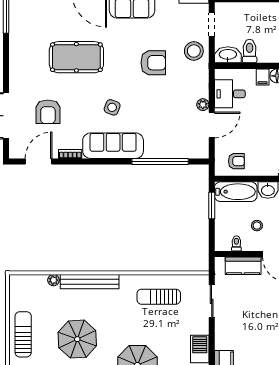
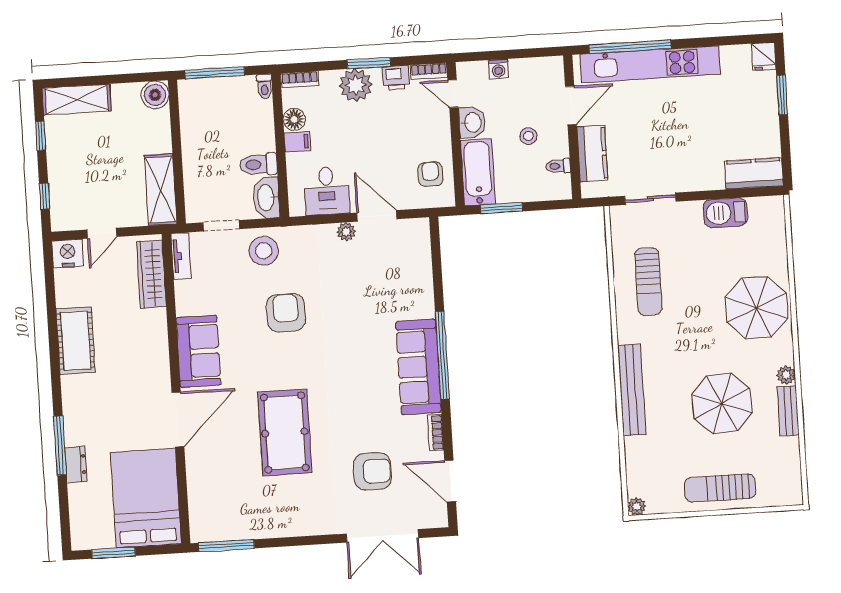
side table: (112, 107) -> (359, 372), removed
window: (160, 161) -> (442, 355), moved
plant: (53, 280) -> (637, 506), moved

